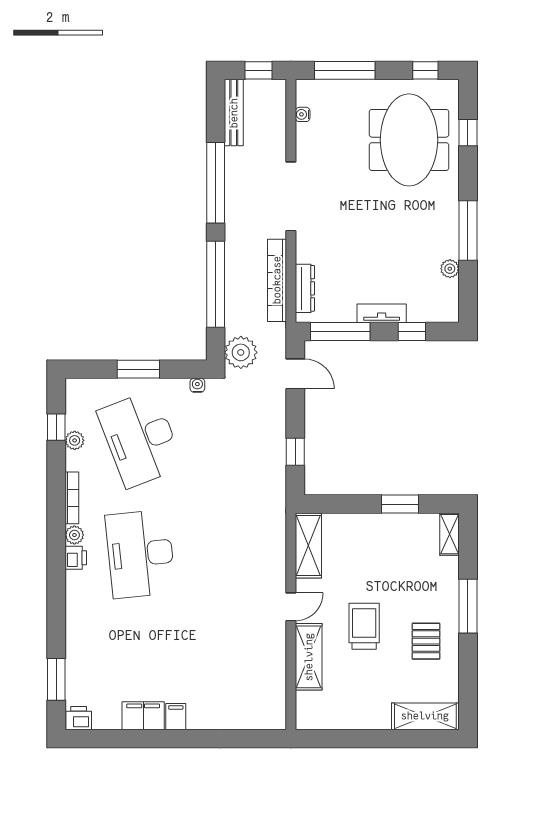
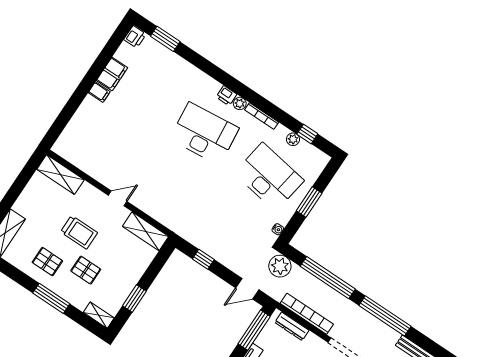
desk: (140, 439) -> (269, 177), turned 30
pallet: (405, 587) -> (86, 270), added
door: (291, 607) -> (118, 198), swing flipped
shelving: (309, 657) -> (60, 175), moved

